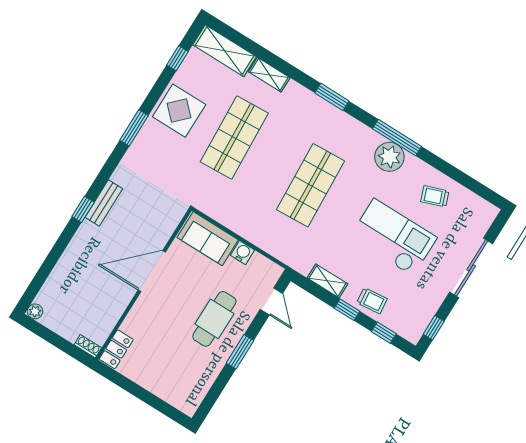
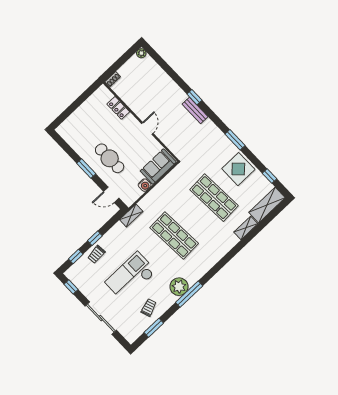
window: (332, 97) -> (154, 328), moved
checkout: (393, 237) -> (131, 277), turned 180
door: (152, 271) -> (147, 128), width x0.53
shelving: (327, 281) -> (131, 216), moved
locker: (116, 349) -> (118, 108), moved

